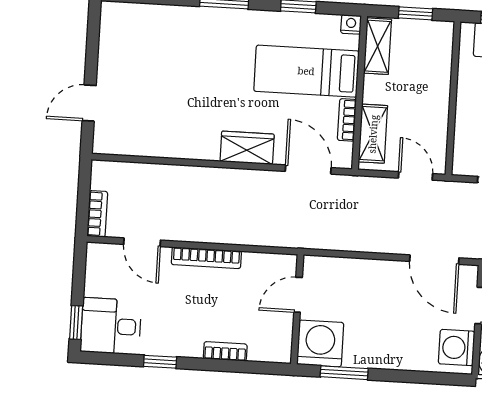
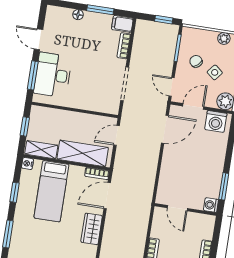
bookcase: (347, 120) -> (97, 173), moved
shelving: (373, 134) -> (83, 153), width x1.50, depth x1.33
washing machine: (320, 343) -> (211, 205), width x0.53, depth x0.53

